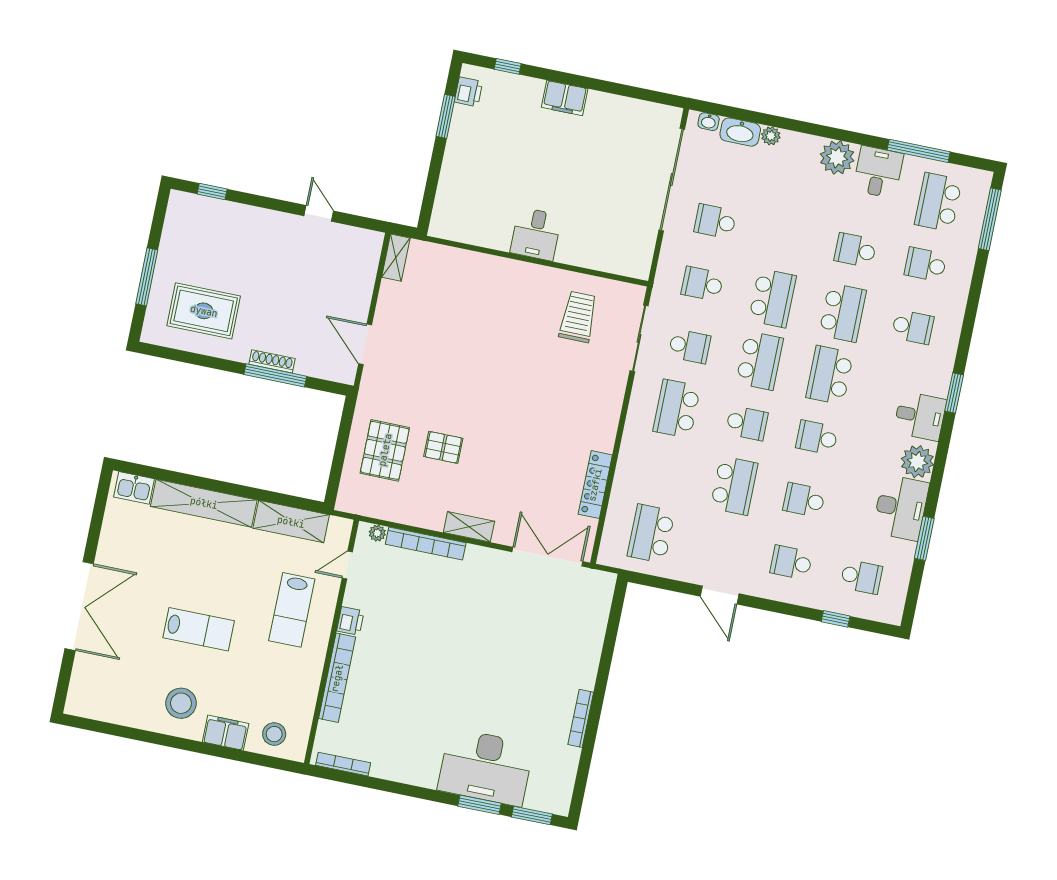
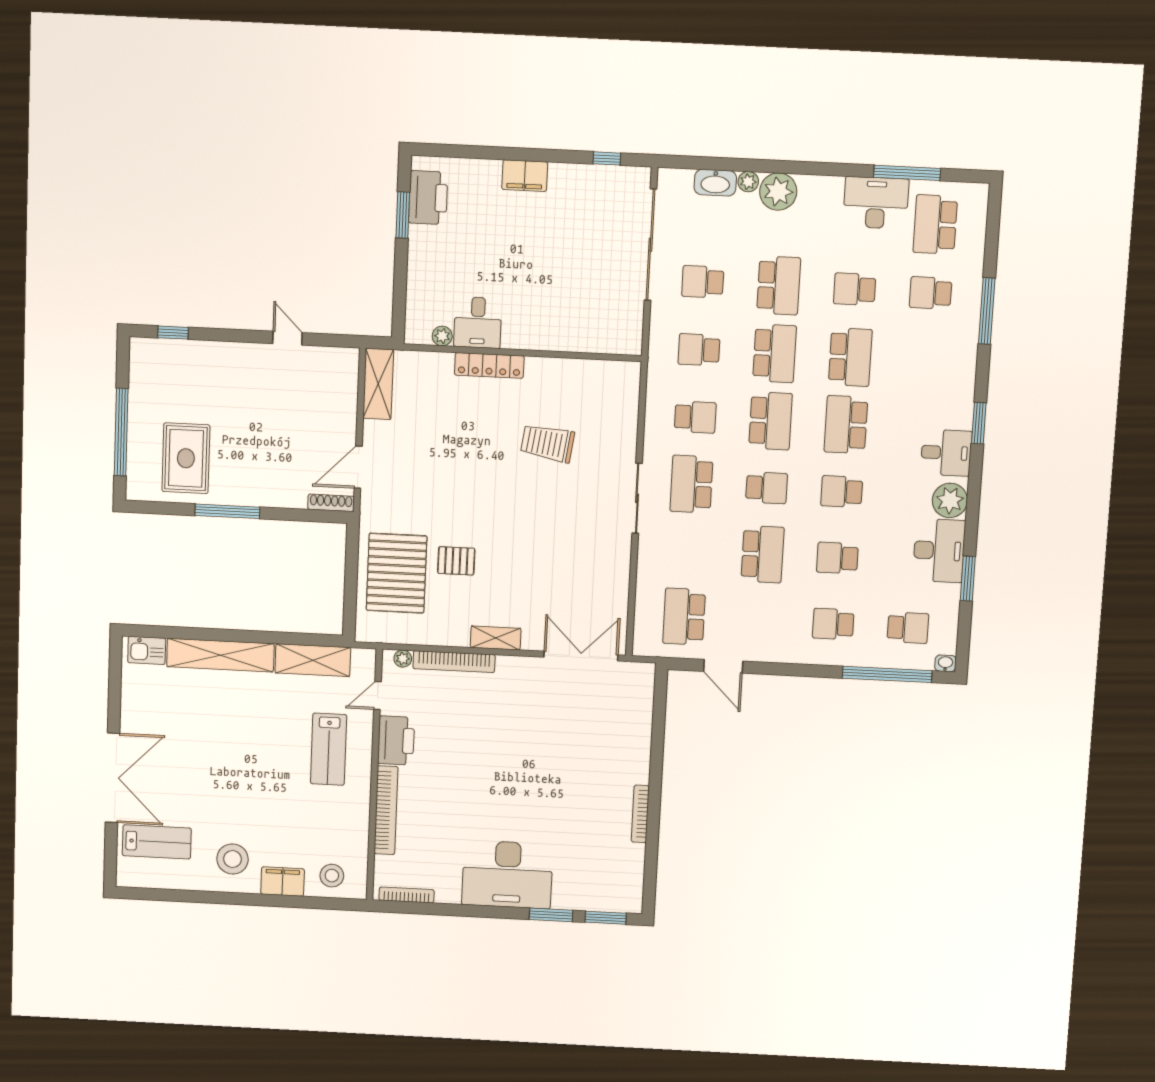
window: (508, 66) -> (607, 158), moved
printer: (468, 92) -> (428, 198), width x1.87, depth x1.48
washbasin: (709, 122) -> (945, 663), moved, turned 180
plant: (837, 157) -> (778, 192), moved
desk: (878, 172) -> (876, 203), width x1.37
window: (990, 219) -> (987, 311), moved
plant: (464, 234) -> (442, 336), added
desk: (536, 234) -> (478, 323), moved
shelving: (396, 258) -> (378, 384), width x1.50, depth x1.33
window: (147, 277) -> (121, 432), width x1.46
rug: (204, 311) -> (186, 458), turned 90
trolley: (578, 317) -> (548, 443), moved, turned -82
school desk: (913, 327) -> (779, 285), moved, width x1.85
sliding door: (639, 338) -> (637, 498), moved
door: (365, 344) -> (358, 467), hinge flipped
shoe rack: (272, 361) -> (331, 503), moved
window: (275, 375) -> (227, 511), moved
pallet: (385, 450) -> (397, 573), width x1.37, depth x1.41
locker: (595, 485) -> (489, 365), moved, turned -90
door: (720, 595) -> (723, 666), moved
window: (836, 619) -> (887, 674), width x3.17
printer: (350, 621) -> (396, 740), width x1.87, depth x1.48
lab bench: (199, 629) -> (157, 842), moved
desk: (486, 767) -> (507, 874), moved

